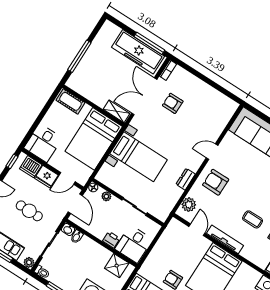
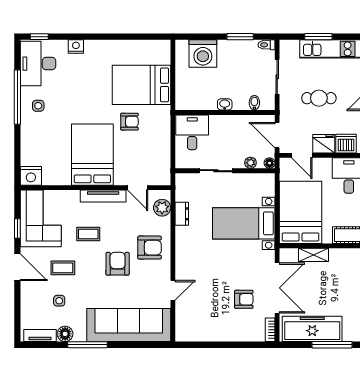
window: (149, 43) -> (332, 345), moved
shelving: (117, 111) -> (313, 255), moved
door: (212, 152) -> (173, 290), moved
door: (67, 178) -> (302, 155), swing flipped
dresser: (186, 179) -> (182, 214), moved
armchair: (245, 185) -> (118, 264), added
washbasin: (68, 229) -> (225, 104), moved
printer: (111, 240) -> (218, 122), removed
plant: (29, 262) -> (286, 46), removed
shower: (117, 266) -> (195, 99), removed

